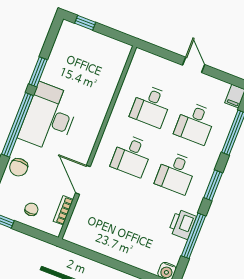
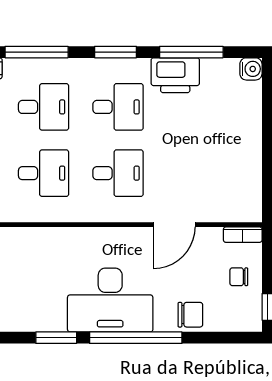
bookcase: (63, 210) -> (243, 235), moved
printer: (182, 224) -> (175, 75), width x1.37, depth x1.19

